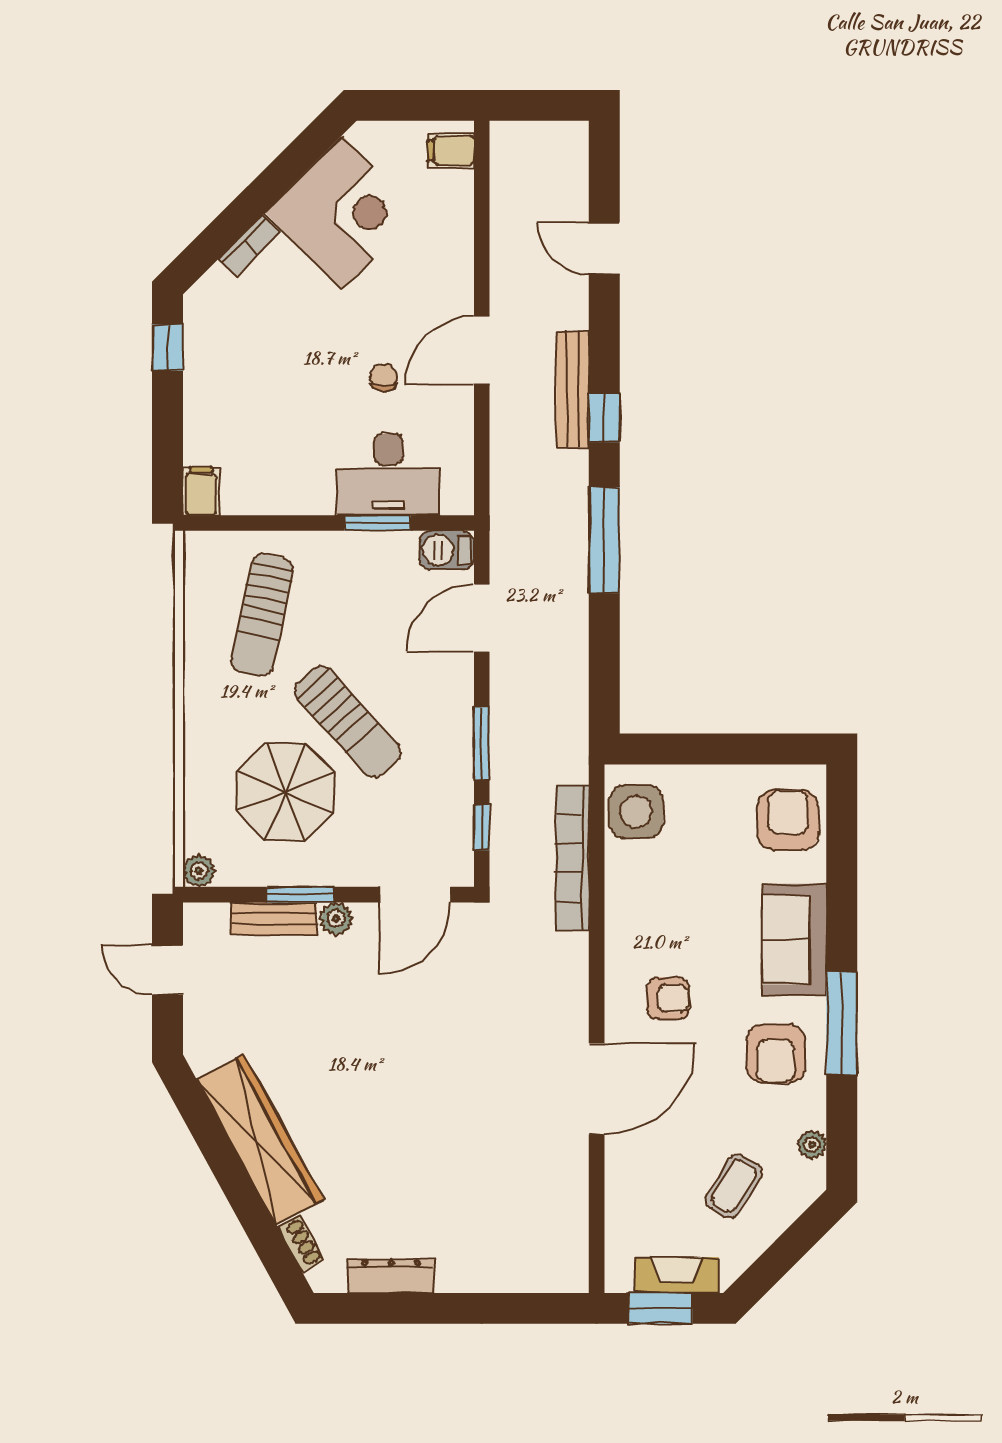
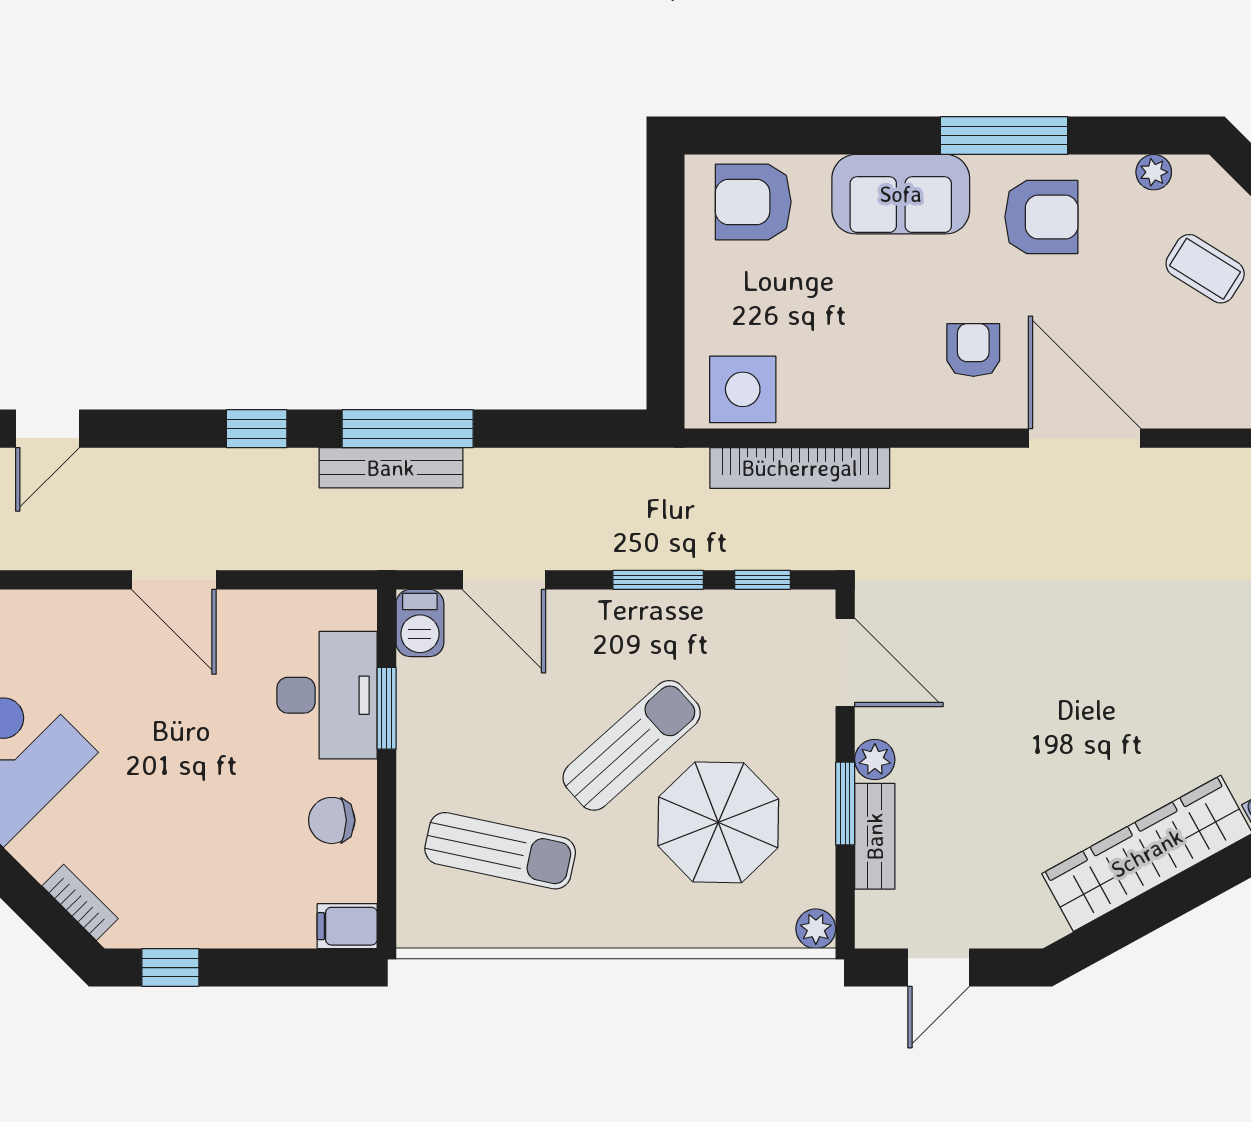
bookcase: (249, 246) -> (80, 902), moved
chair: (384, 378) -> (332, 820), moved, width x1.37, depth x1.37
bench: (573, 390) -> (391, 468), moved

